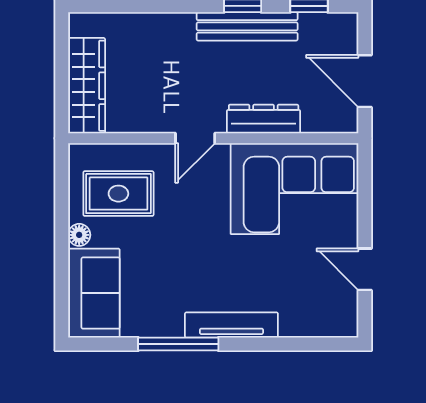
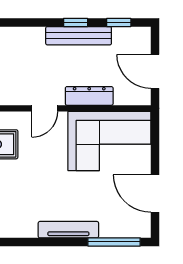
door: (365, 269) -> (155, 194), width x1.38
window: (178, 344) -> (114, 242), moved

